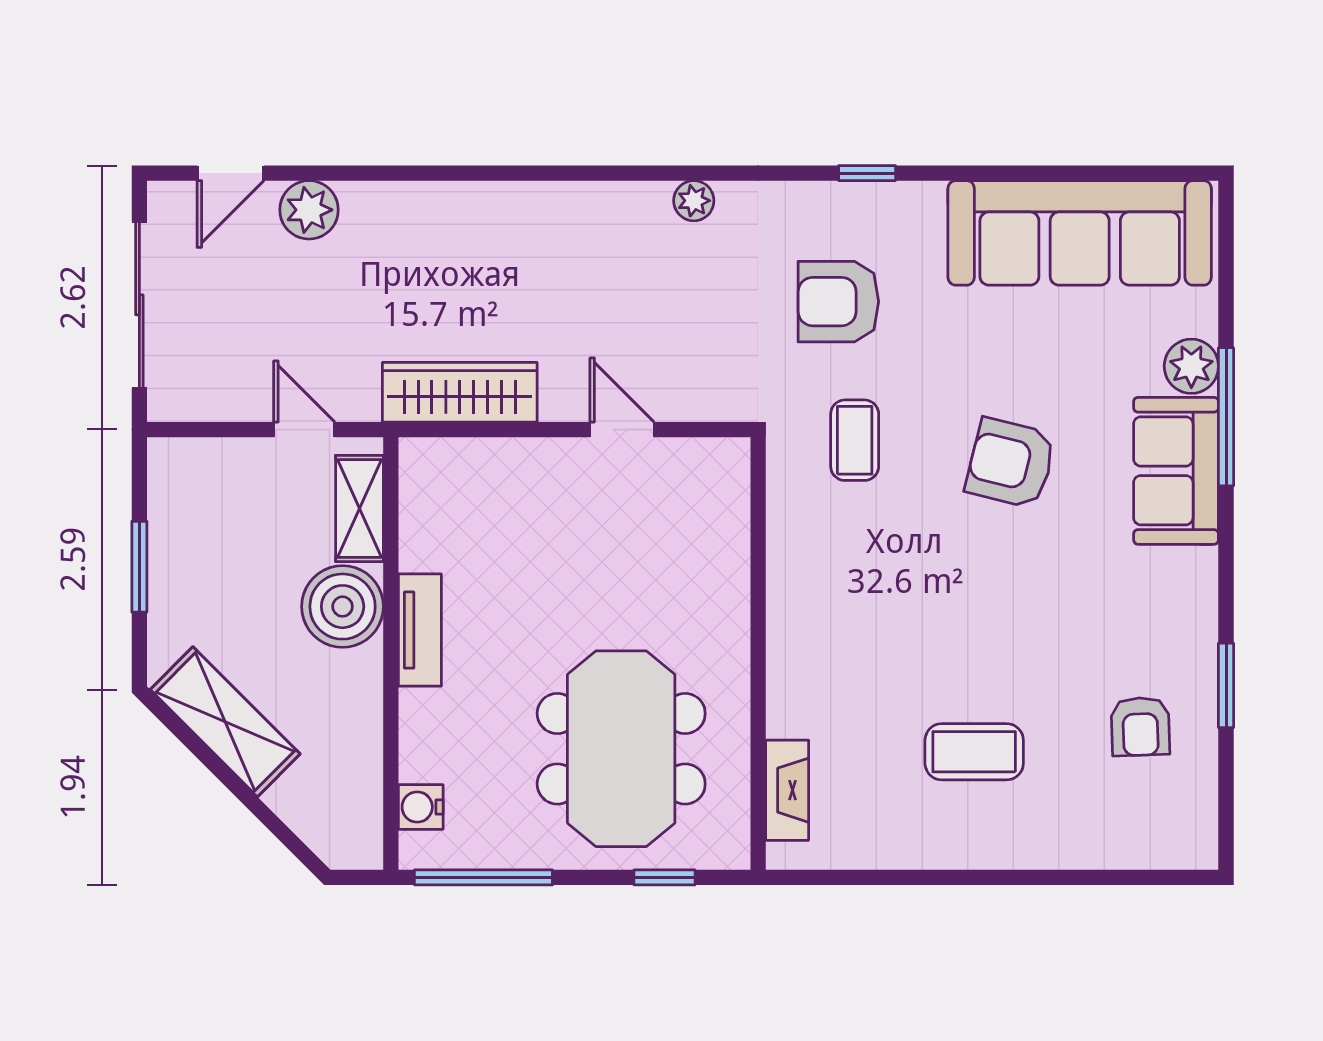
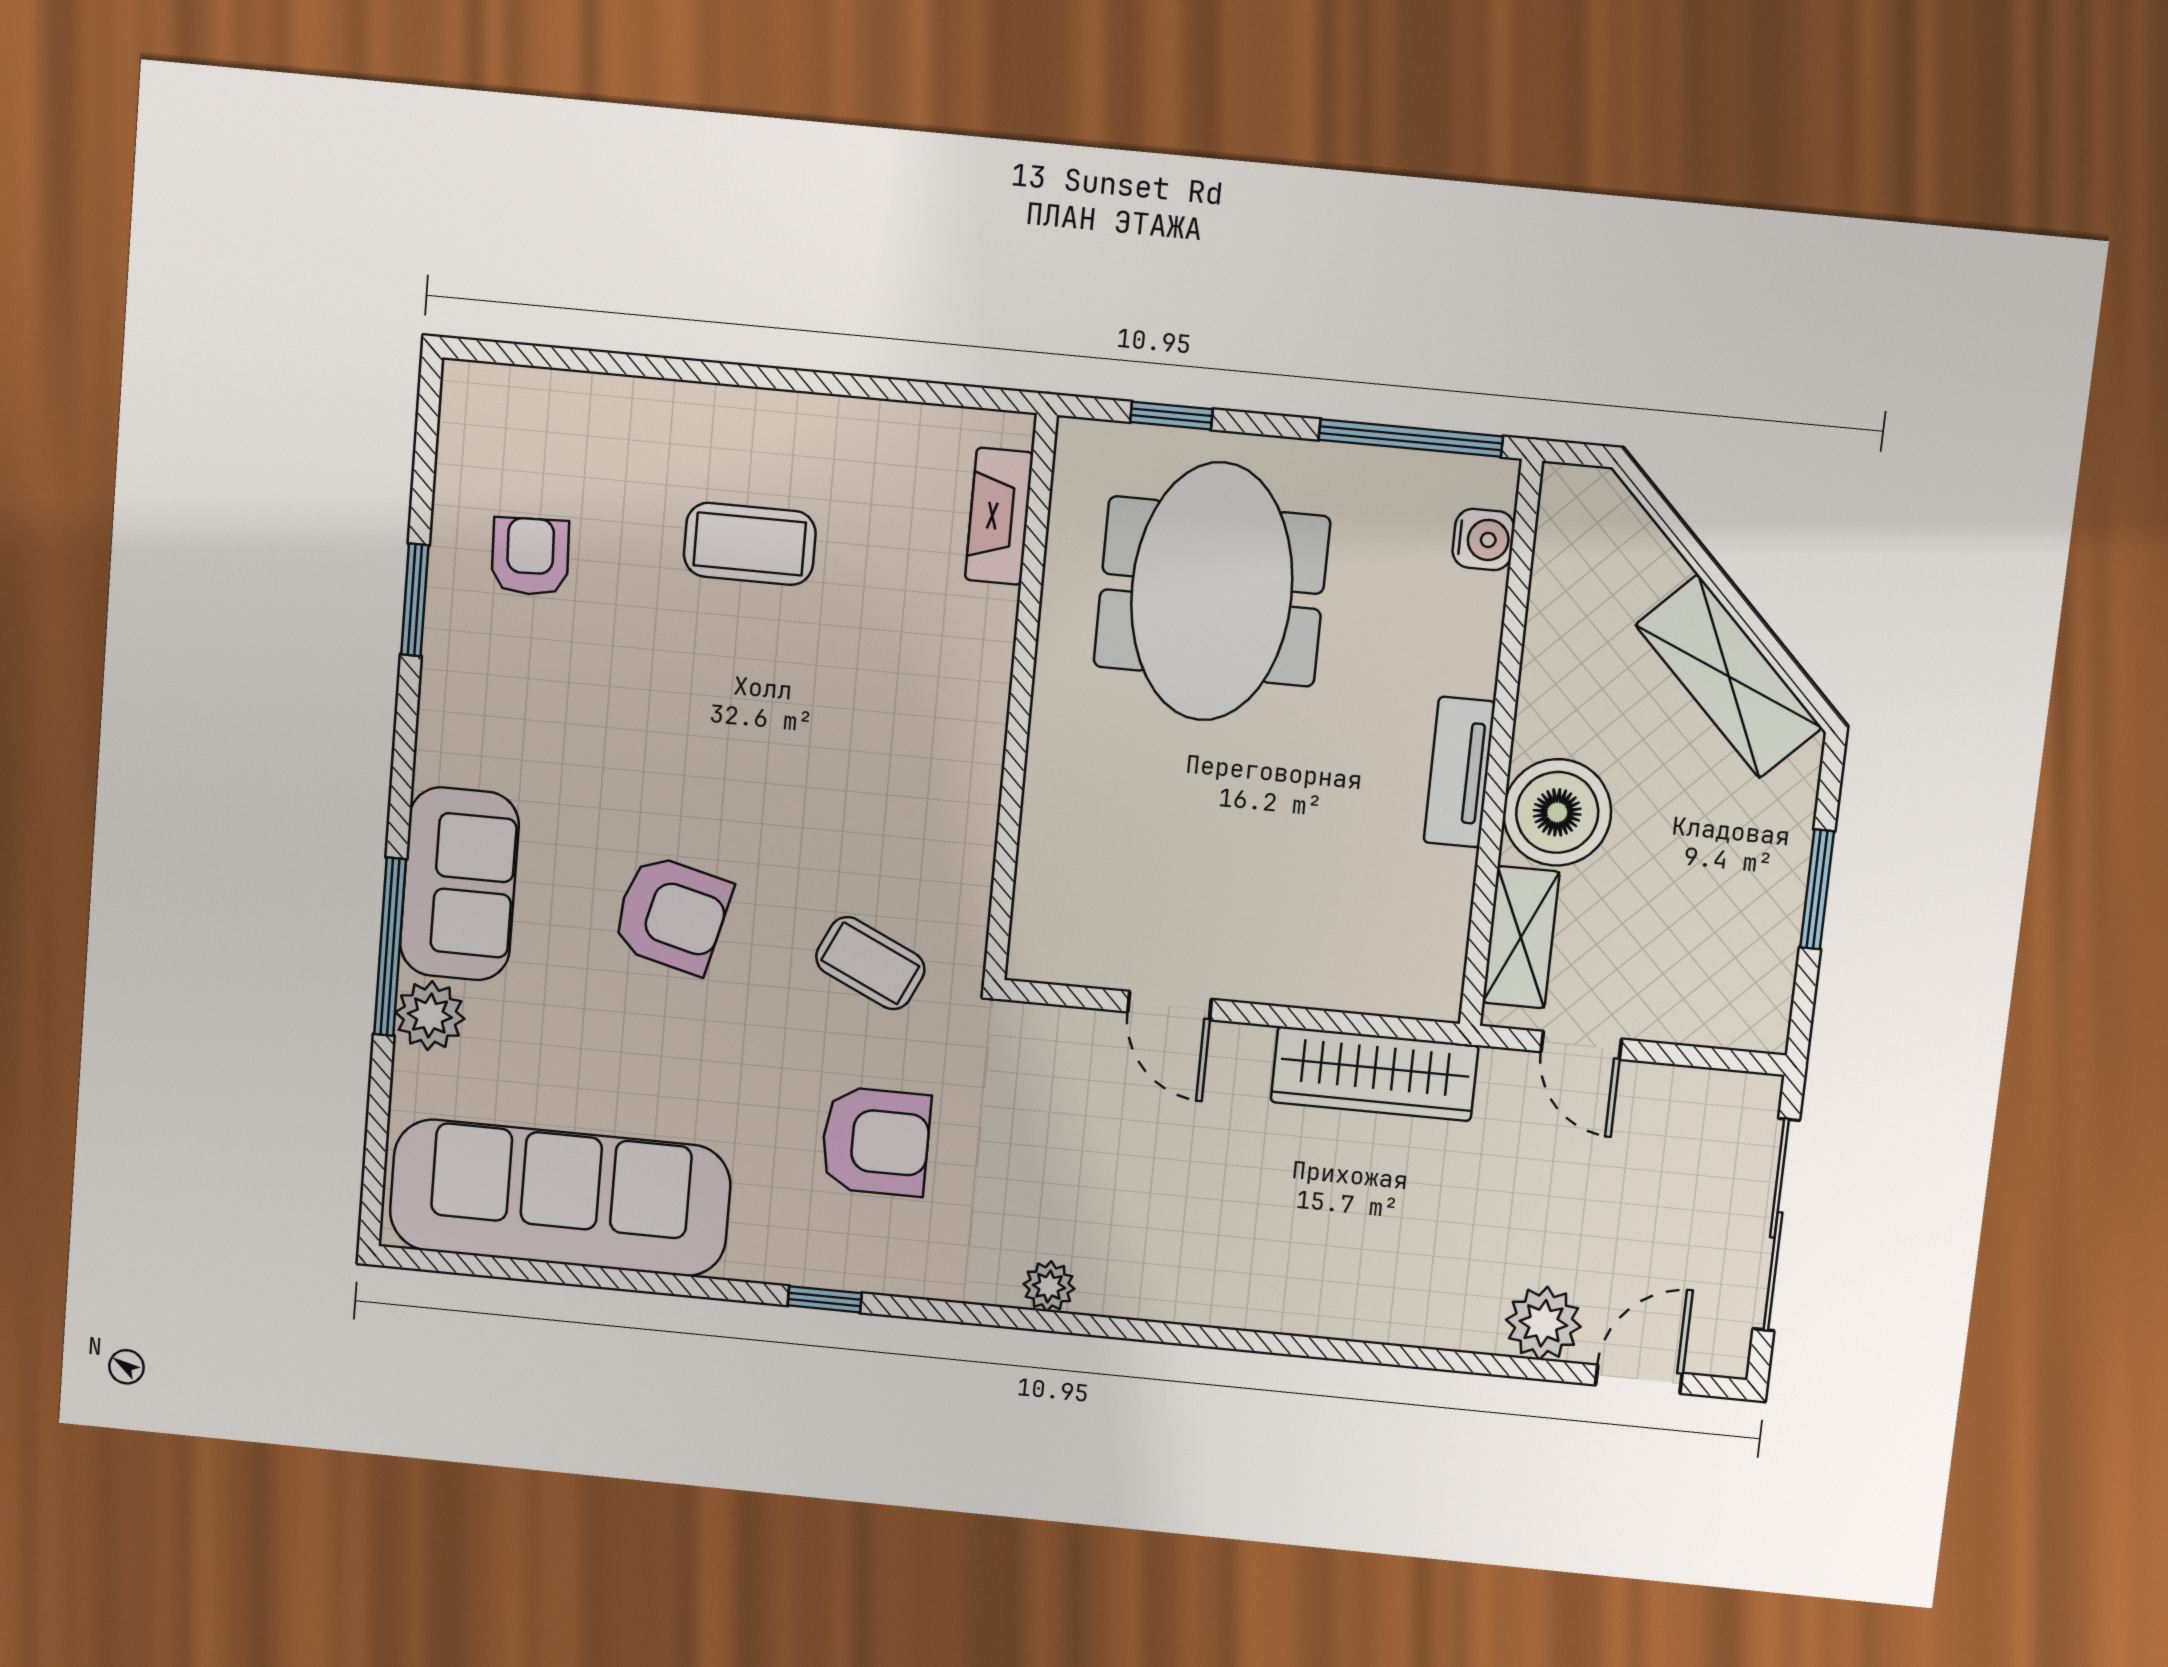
coffee table: (855, 440) -> (870, 963), turned -65

